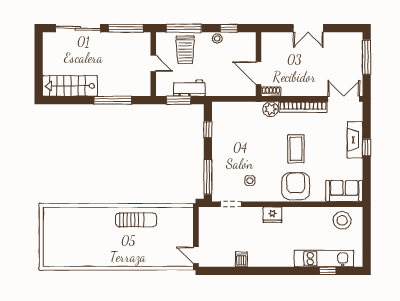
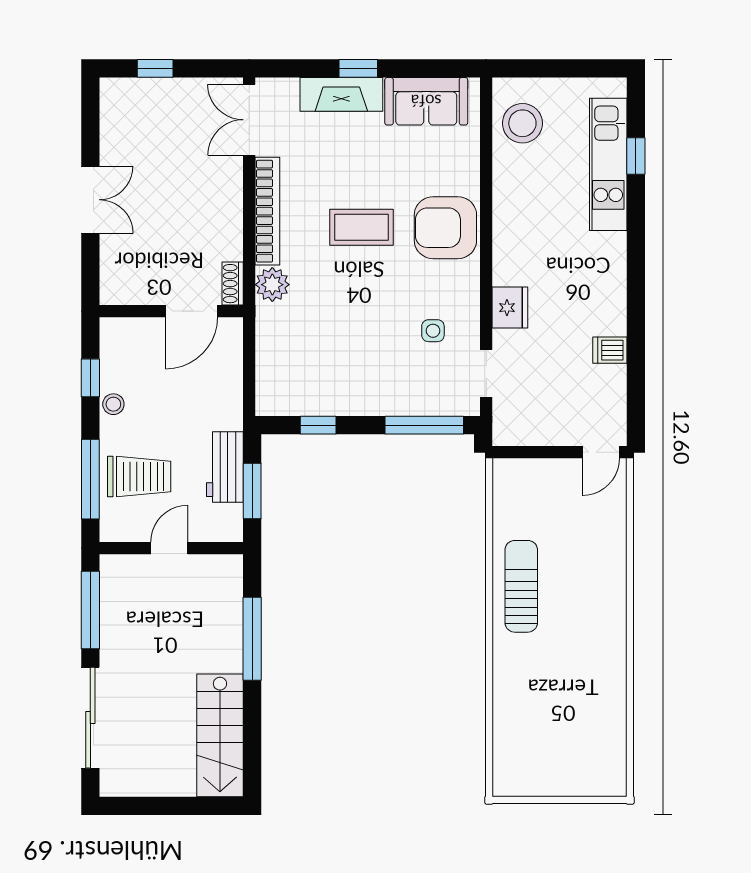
window: (367, 57) -> (155, 68), width x0.46
sofa: (344, 191) -> (426, 101), moved, turned -90
fridge: (273, 215) -> (510, 308), moved

